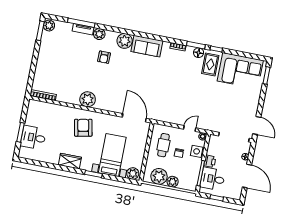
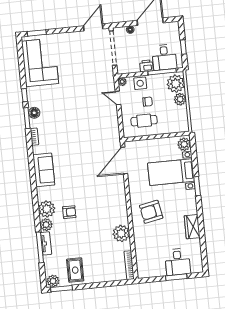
plant: (125, 41) -> (47, 209), moved
rug: (210, 64) -> (75, 270), moved, turned 90
plant: (88, 99) -> (121, 233), moved
wardrobe: (70, 161) -> (192, 227), moved
plant: (159, 176) -> (176, 84), moved

